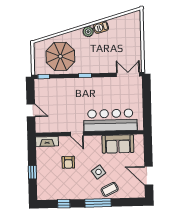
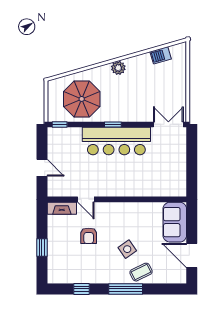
barbecue: (101, 27) -> (161, 55), moved
bar counter: (110, 120) -> (116, 141), moved, turned 180
door: (77, 134) -> (86, 199), moved
sofa: (118, 144) -> (175, 222), moved, turned 90

